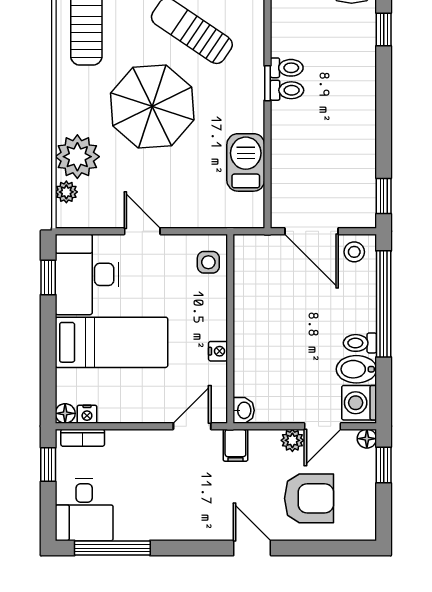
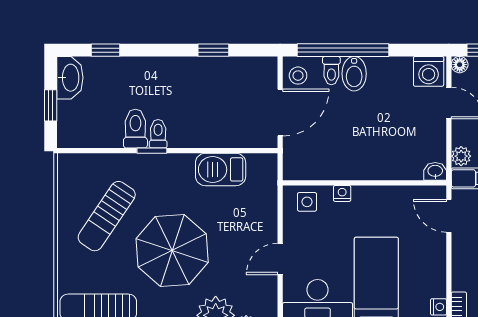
toilet: (287, 68) -> (135, 129), width x1.37, depth x1.39
window: (384, 196) -> (213, 50), moved
toilet: (360, 343) -> (331, 71), moved
nightstand: (218, 351) -> (342, 193), moved
bidet: (356, 369) -> (354, 74), moved
plant: (292, 440) -> (461, 156), moved

